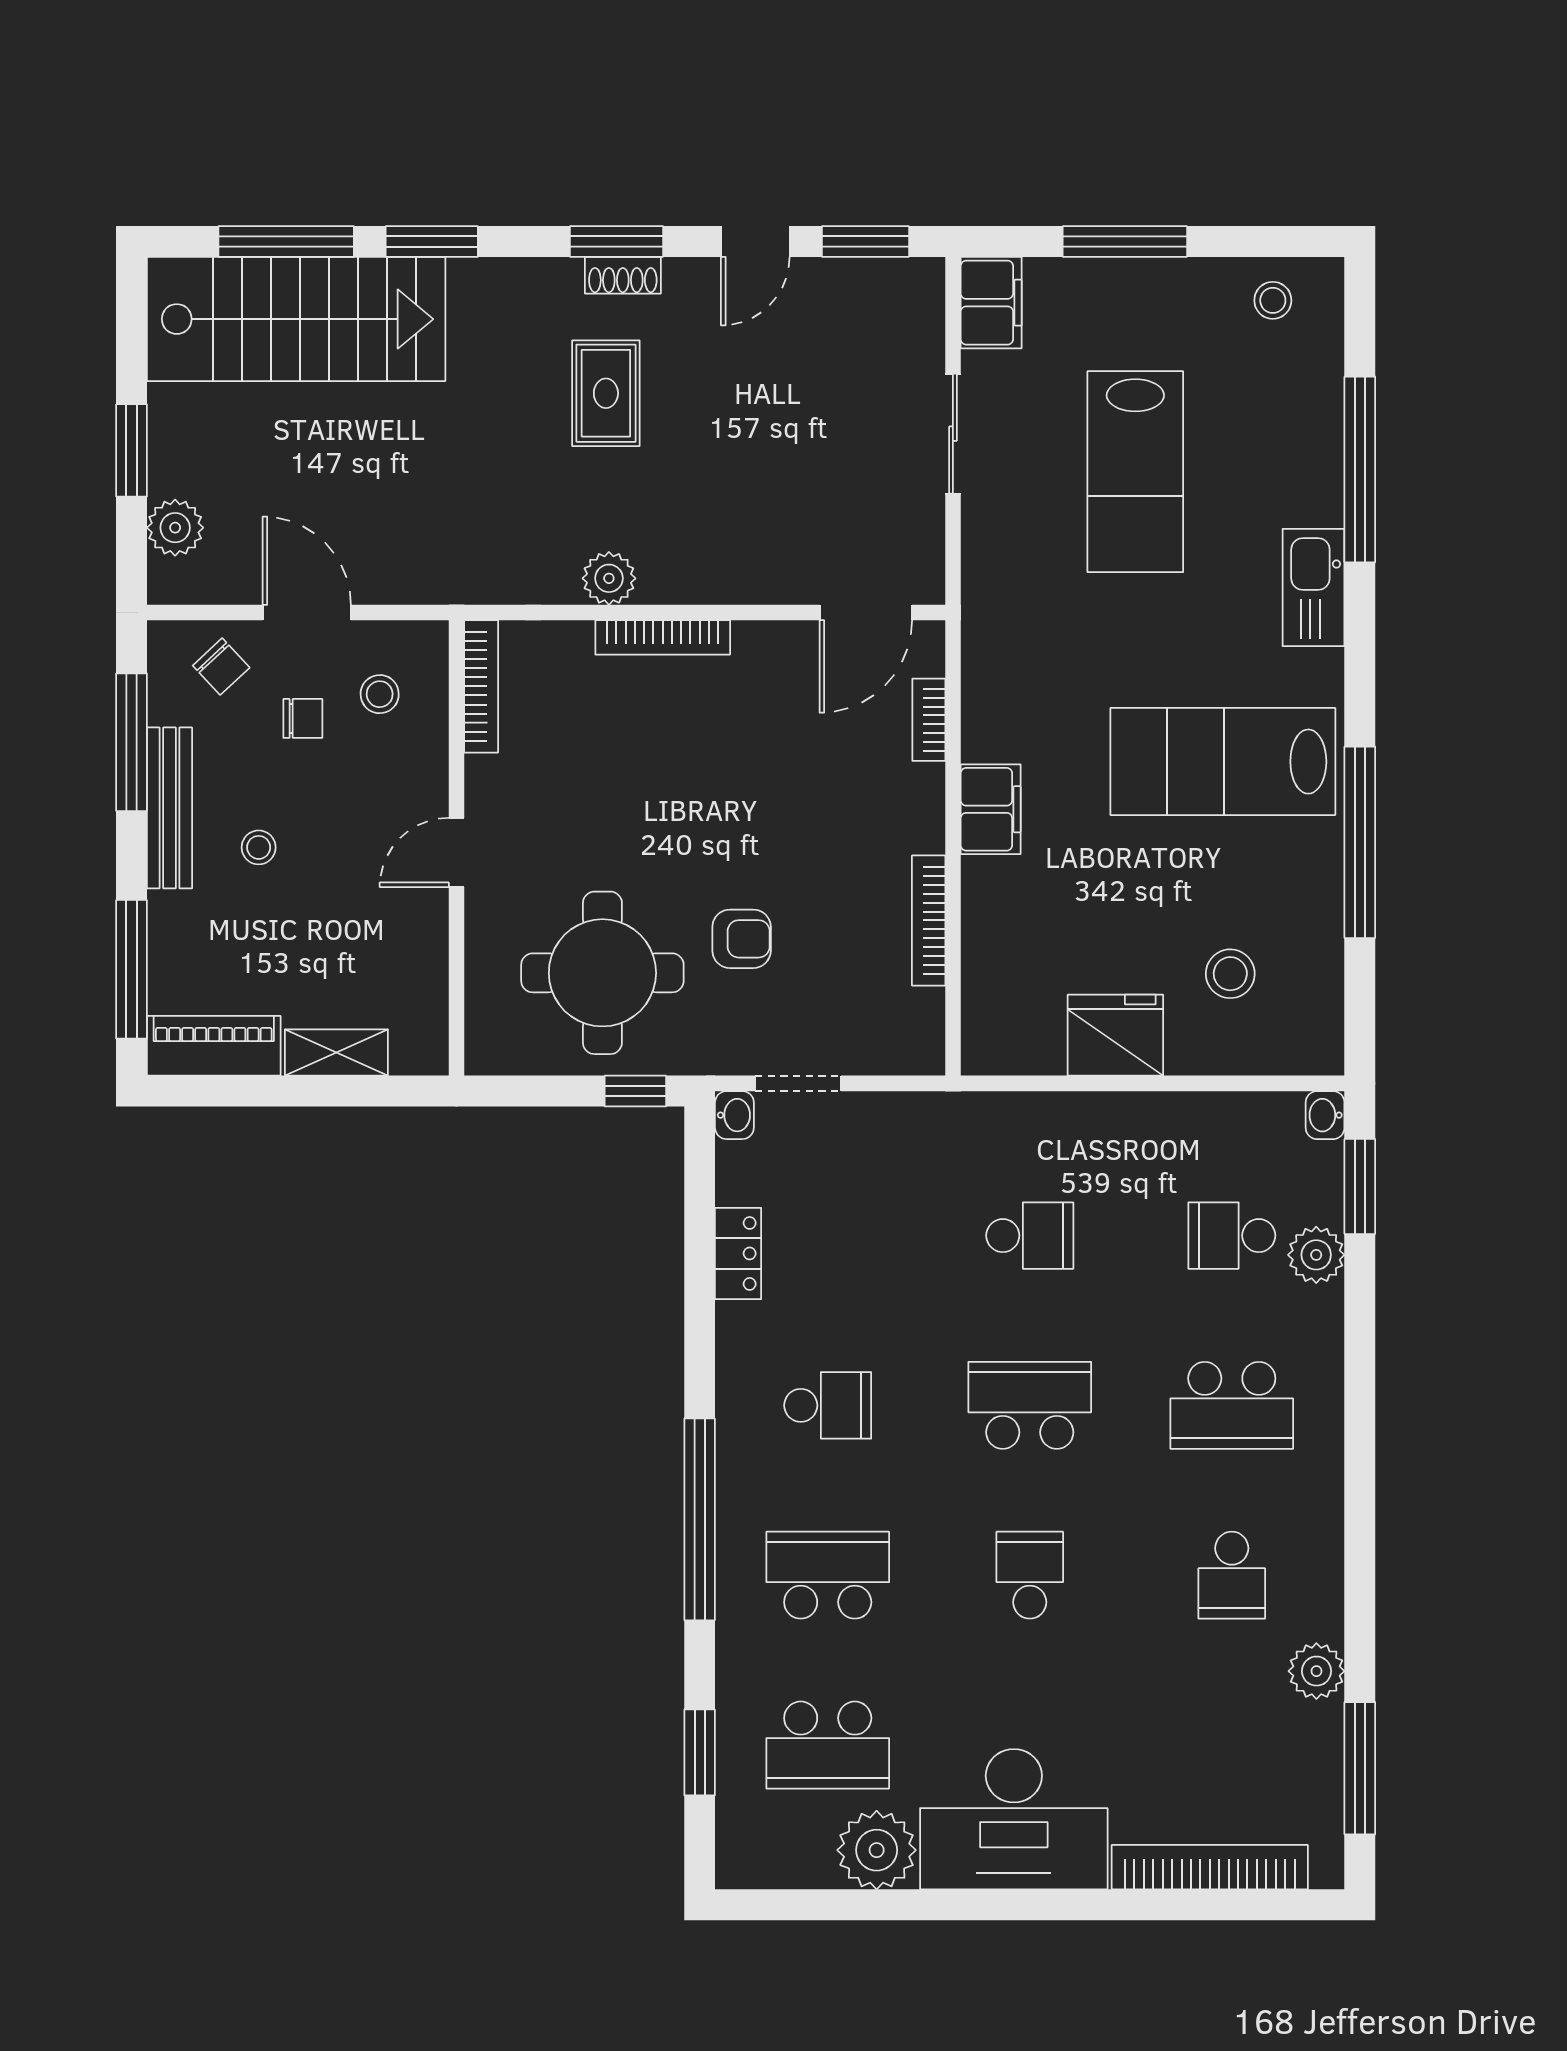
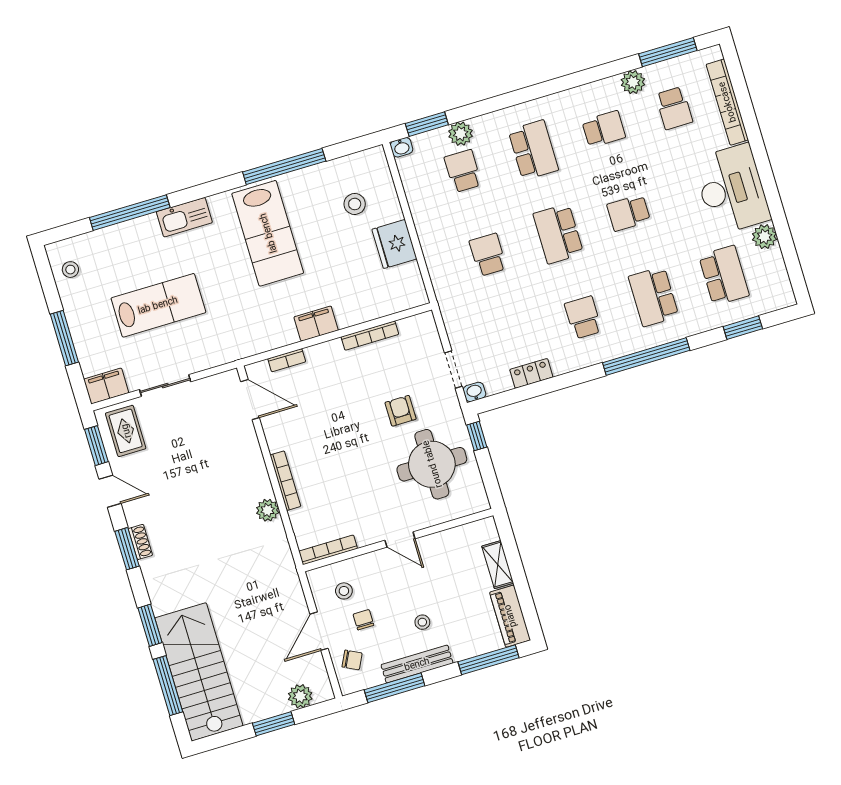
rug: (606, 393) -> (126, 431), moved, turned 90
chair: (221, 667) -> (352, 660), turned 70
school desk: (1232, 1236) -> (463, 171), turned 180
school desk: (1232, 1745) -> (674, 108), added
plant: (877, 1850) -> (764, 237), width x0.73, depth x0.73

